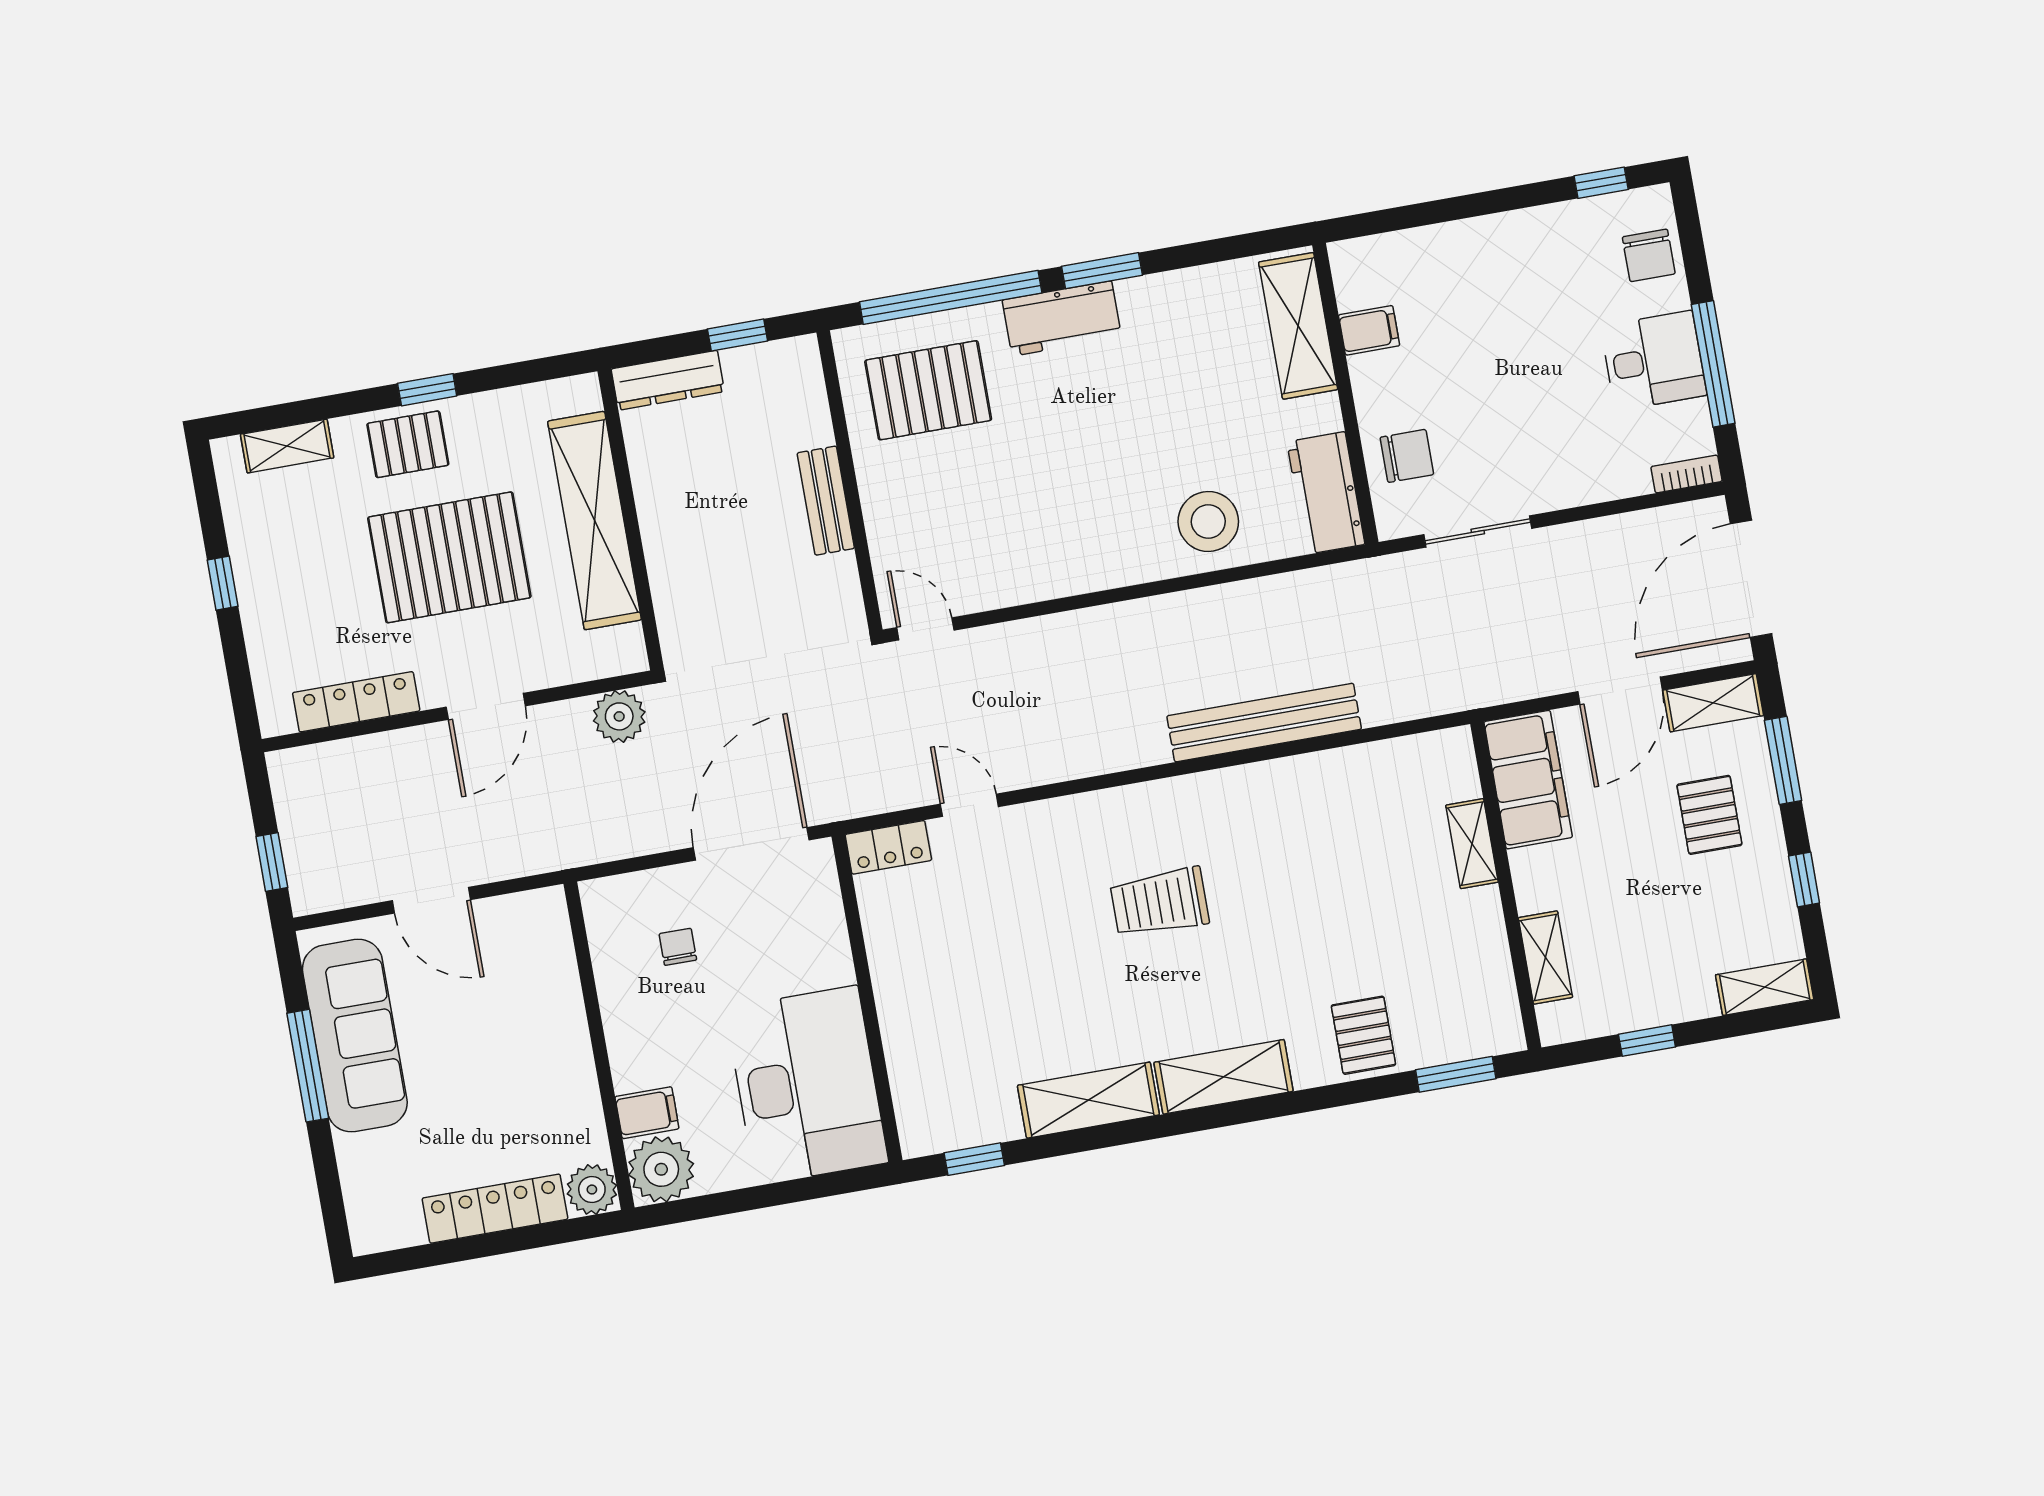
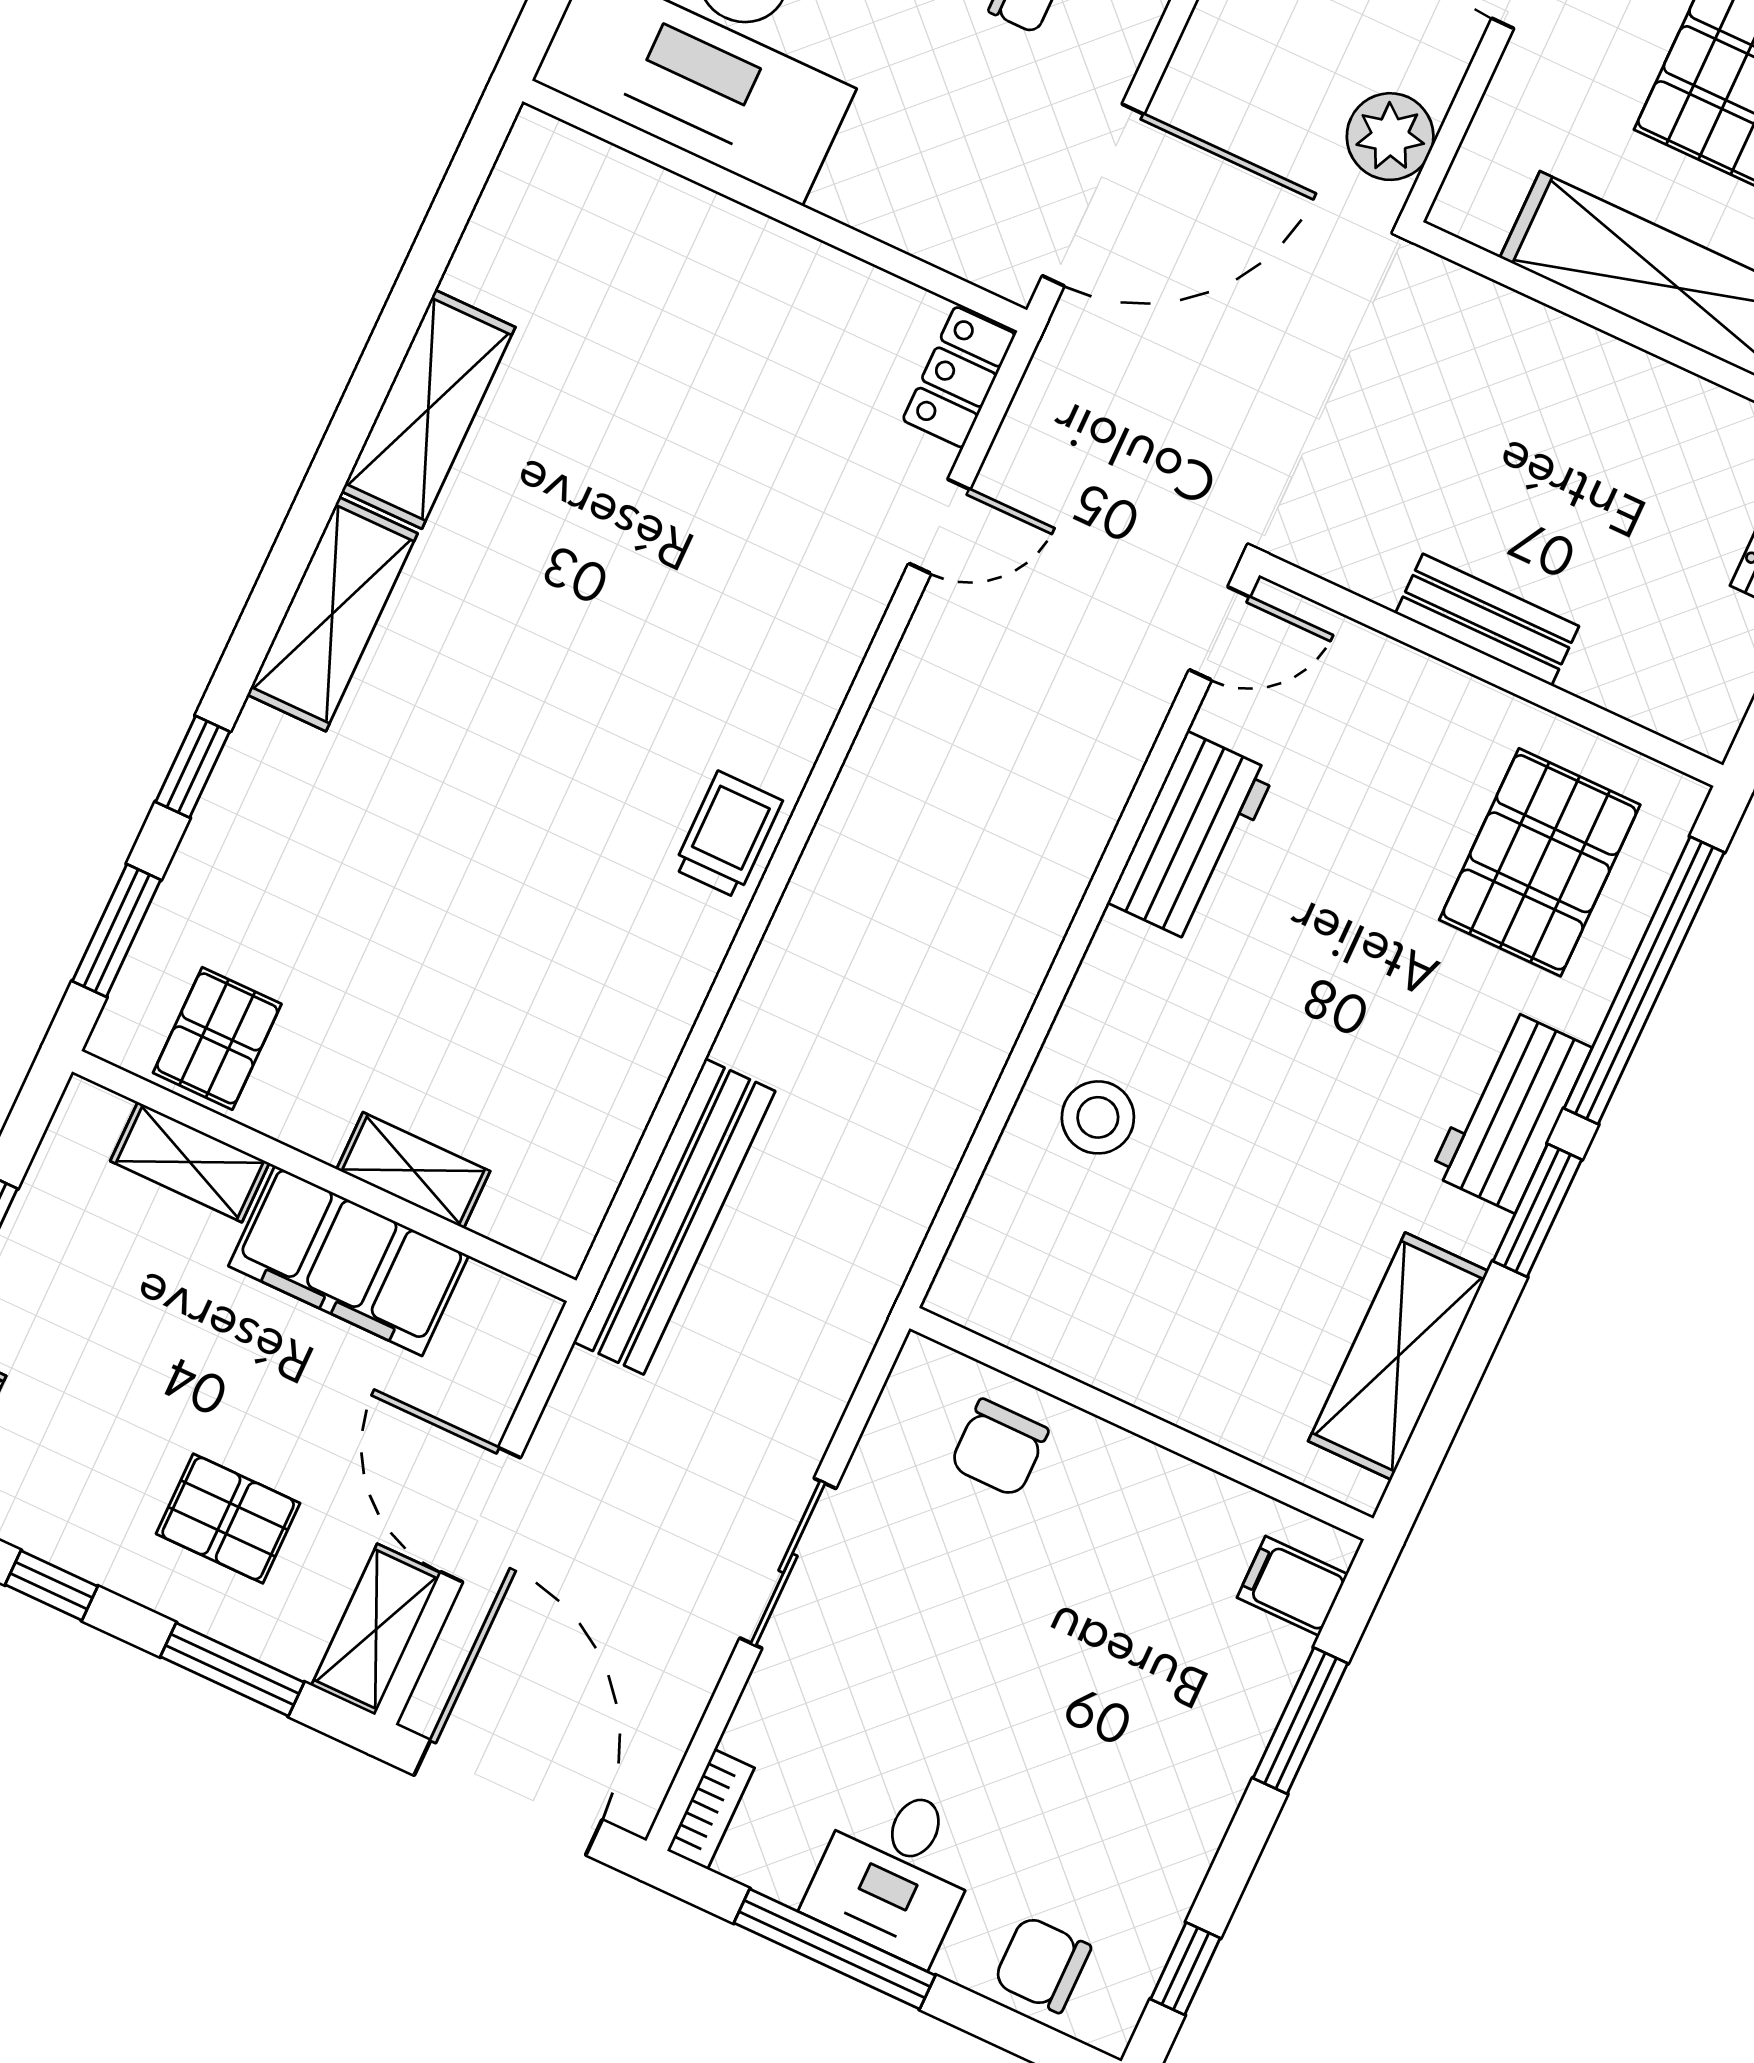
window: (1438, 211) -> (1300, 1721), added
shelving: (1298, 326) -> (1398, 1356), moved, turned 90
filing cabinet: (1369, 330) -> (1292, 1586), moved, turned 90
workbench: (1326, 493) -> (1191, 837), moved, turned 90
stool: (1208, 521) -> (1098, 1117), width x0.73, depth x0.73
sliding door: (1478, 531) -> (788, 1563), moved
bench: (1264, 723) -> (674, 1216), moved
filing cabinet: (1528, 780) -> (349, 1261), moved
door: (751, 844) -> (1093, 195), hinge flipped
trolley: (1160, 902) -> (728, 835), moved, width x0.73, depth x0.72
pallet: (1363, 1035) -> (217, 1038), moved, turned 90
window: (974, 1159) -> (193, 767), moved

